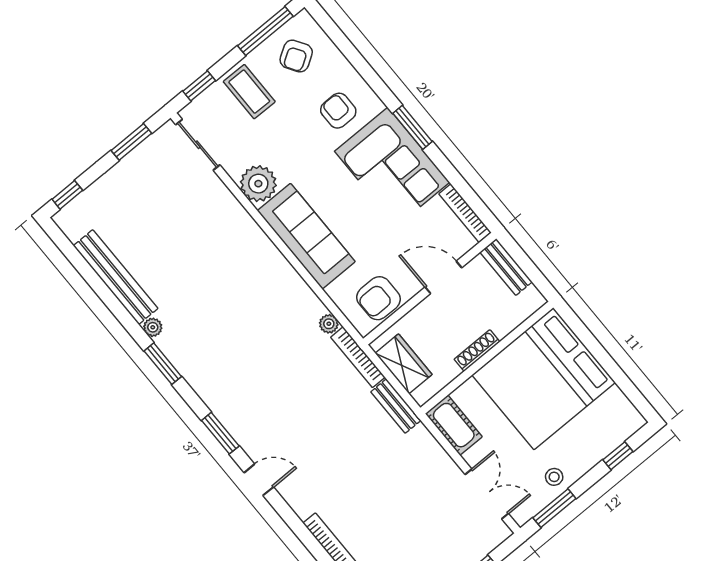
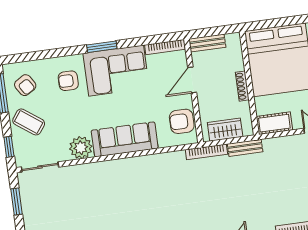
coffee table: (249, 92) -> (29, 122), turned 36
armchair: (378, 298) -> (182, 121), turned 90
plant: (329, 324) -> (179, 156), removed

